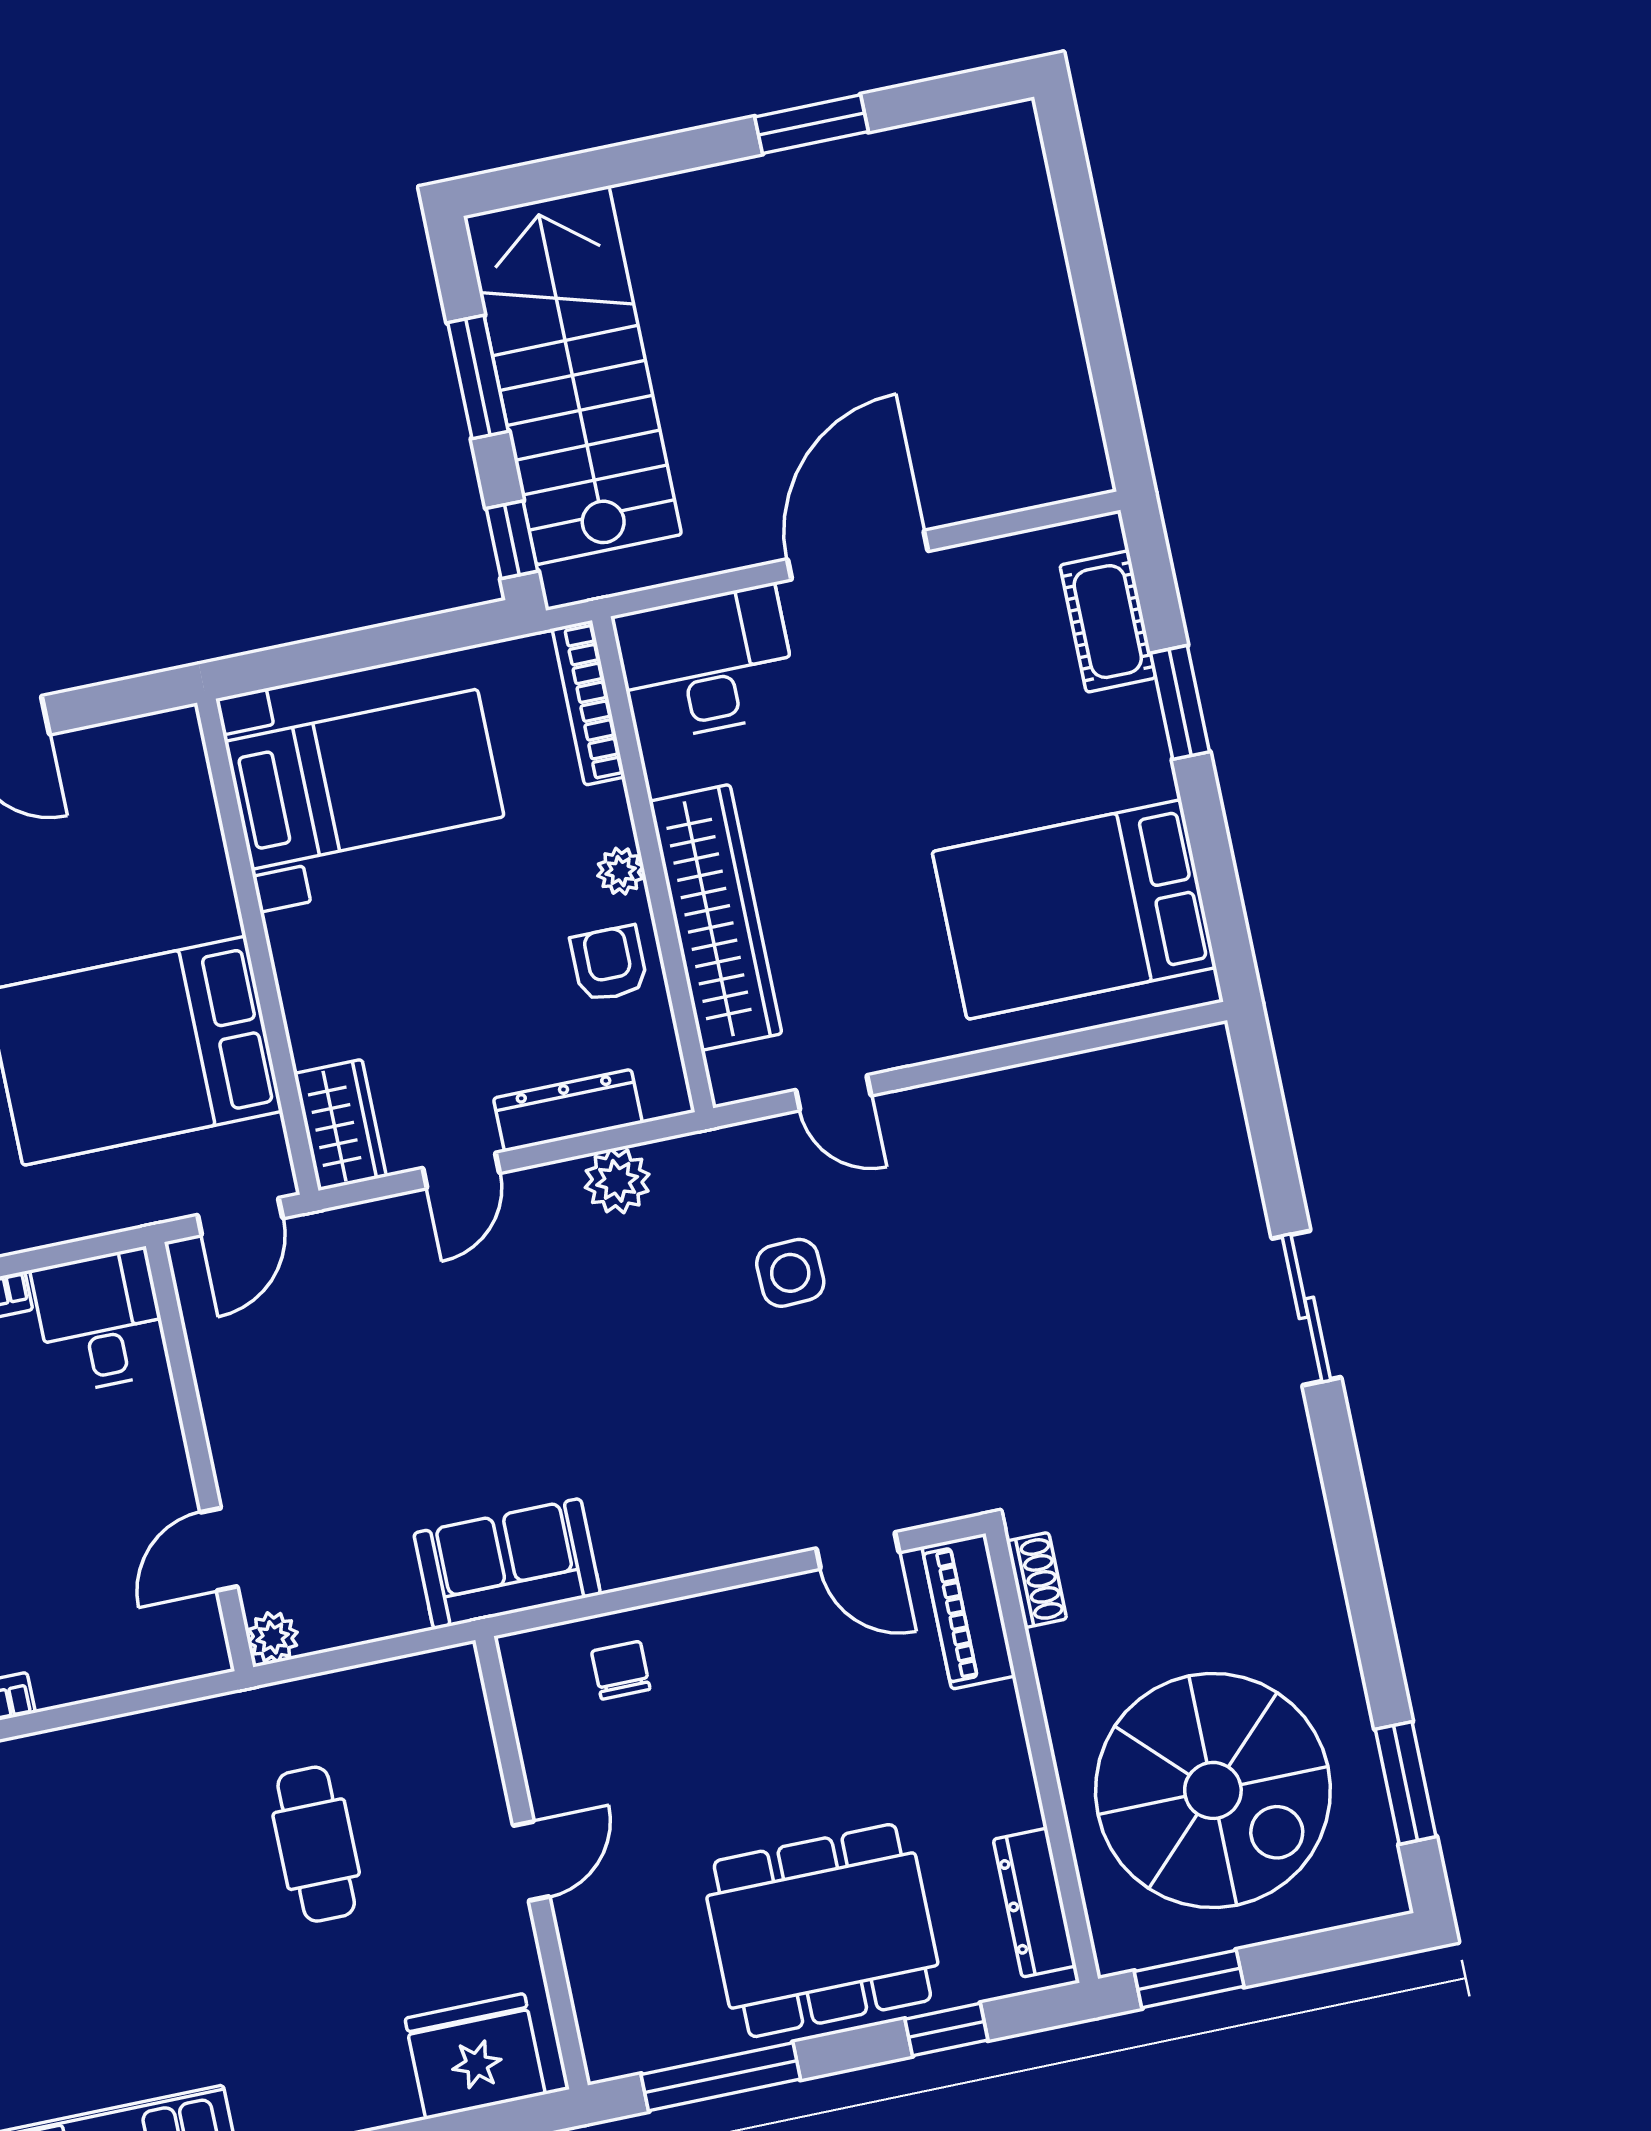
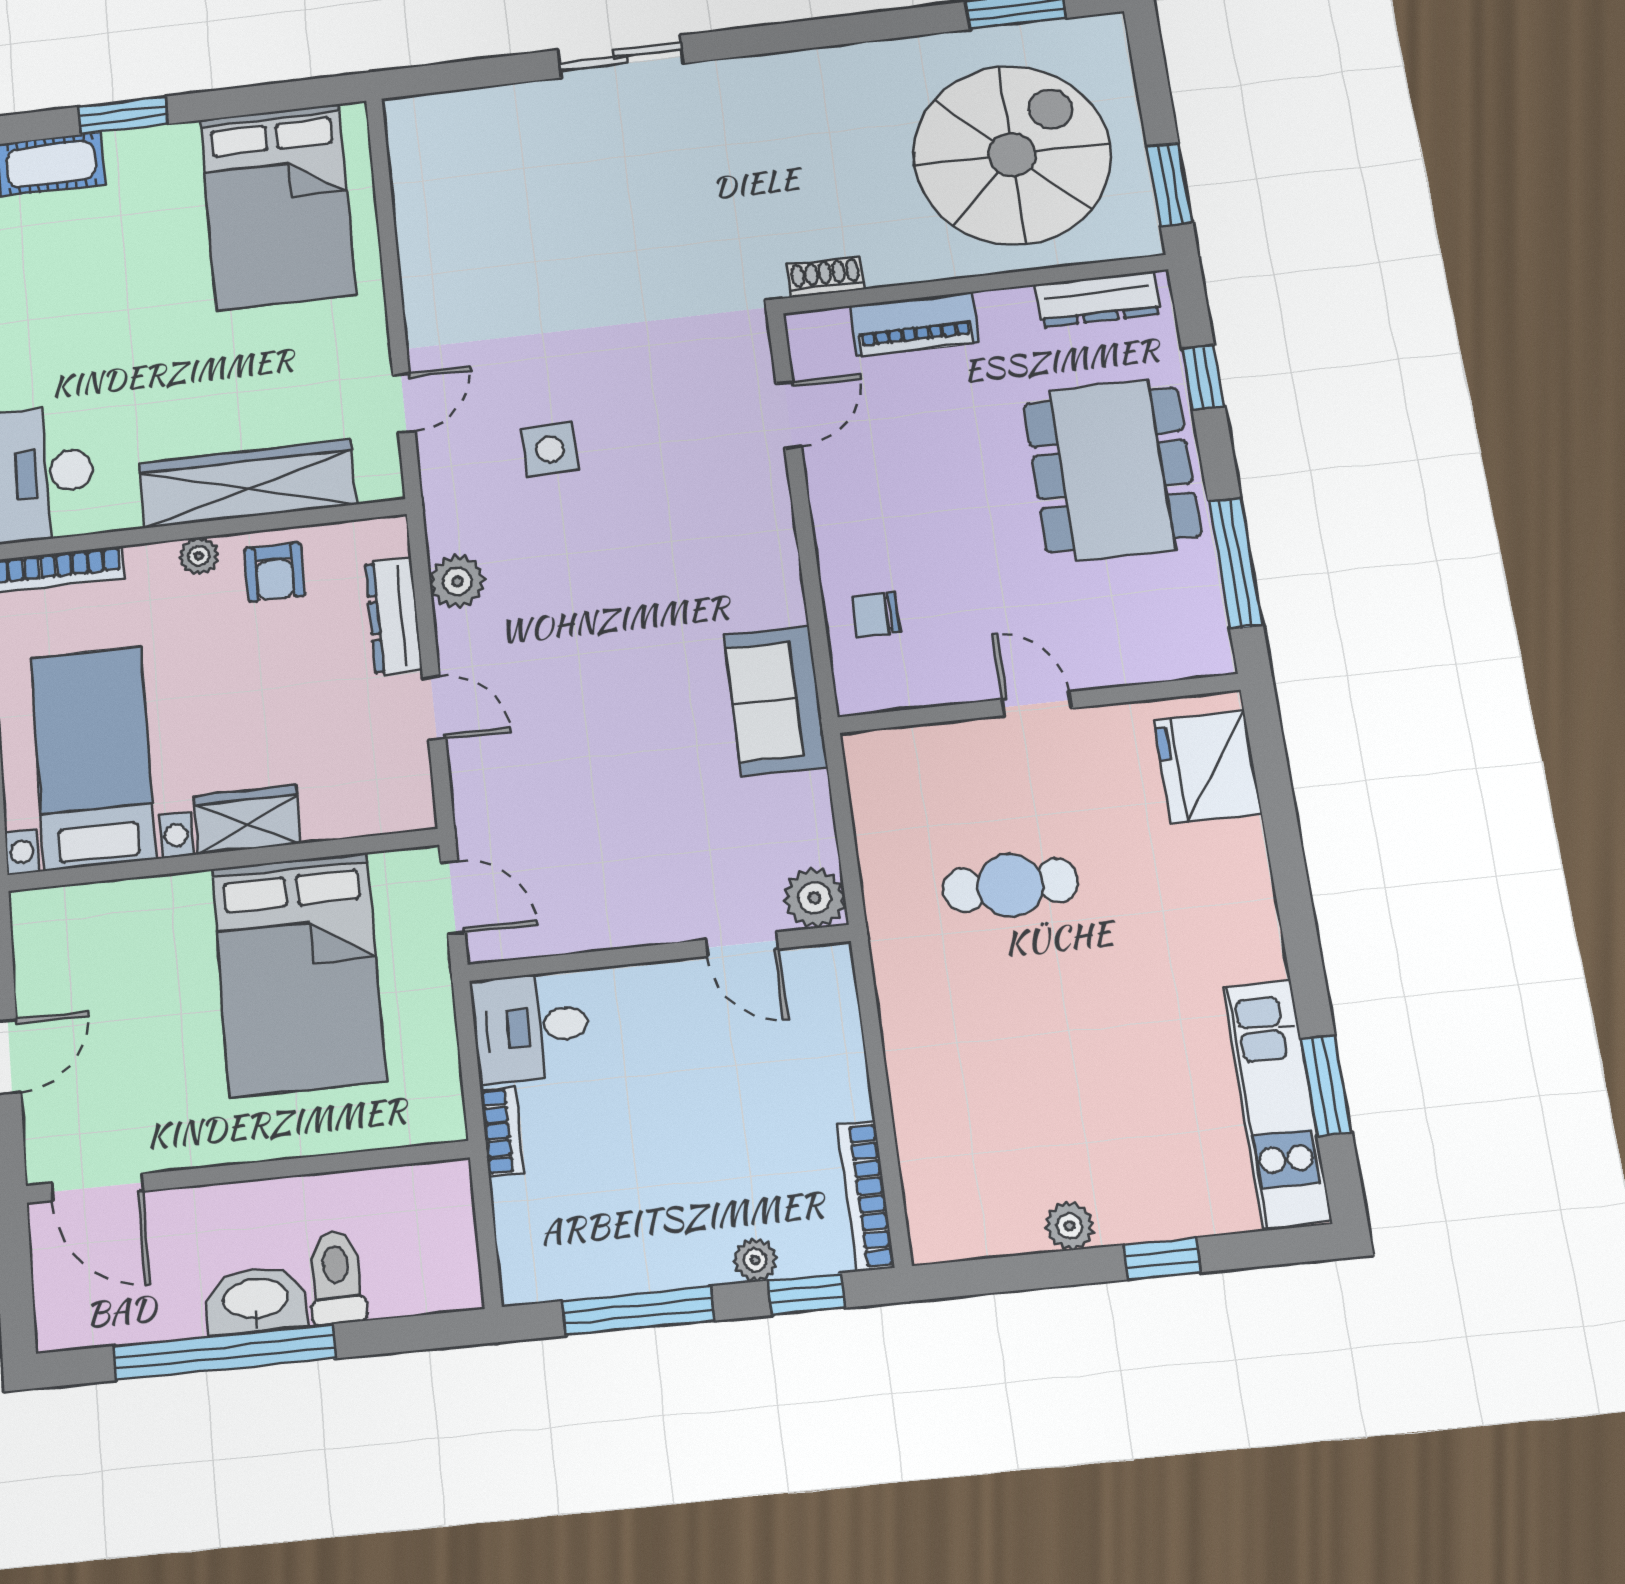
armchair: (609, 964) -> (274, 572), turned -90
wardrobe: (340, 1125) -> (247, 820), moved
piano: (969, 1611) -> (914, 324), moved
plant: (273, 1637) -> (814, 898), width x1.38, depth x1.38

